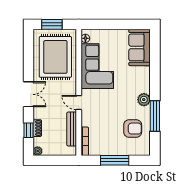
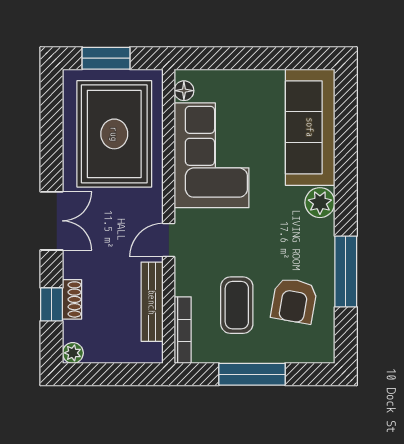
sofa: (140, 47) -> (310, 127), width x1.36
plant: (144, 100) -> (320, 203), moved
door: (79, 102) -> (169, 240), hinge flipped
armchair: (133, 129) -> (294, 301), turned 100
coffee table: (108, 130) -> (237, 305), added

